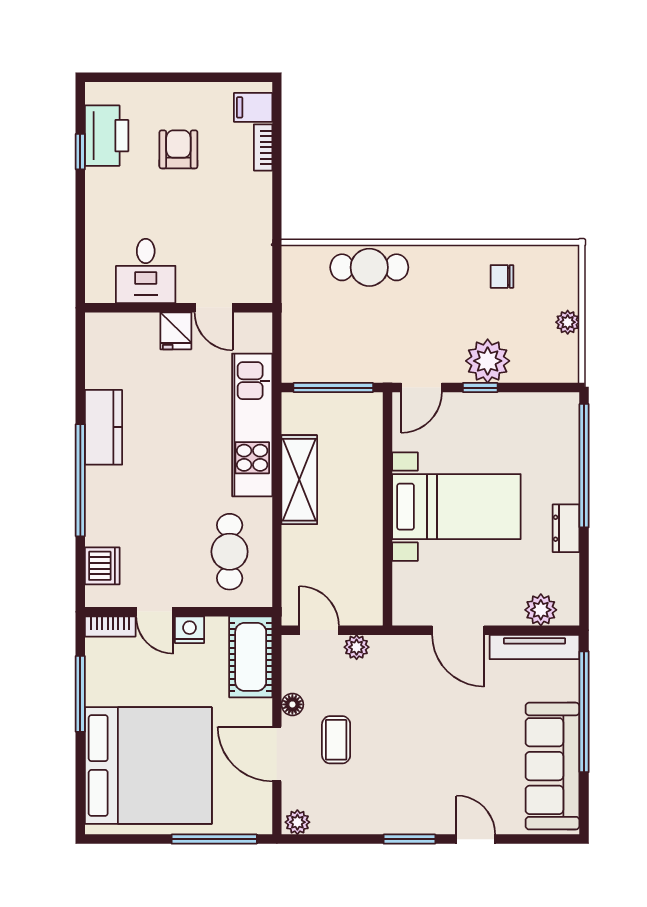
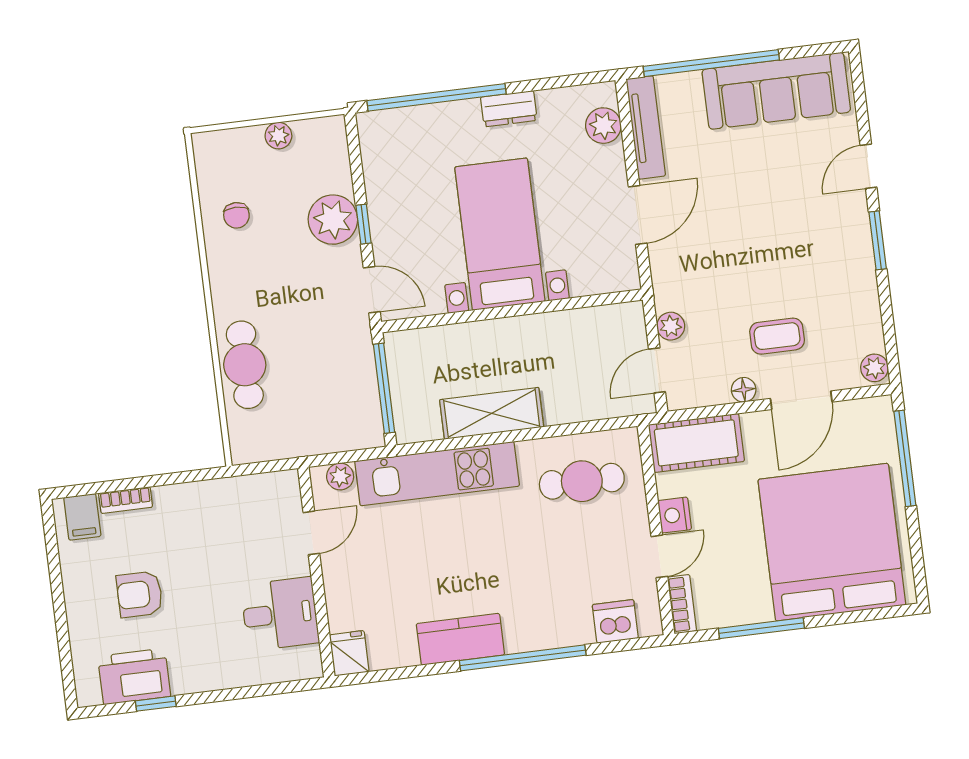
fridge: (176, 331) -> (349, 653), moved, turned -90
plant: (260, 339) -> (340, 476), added

